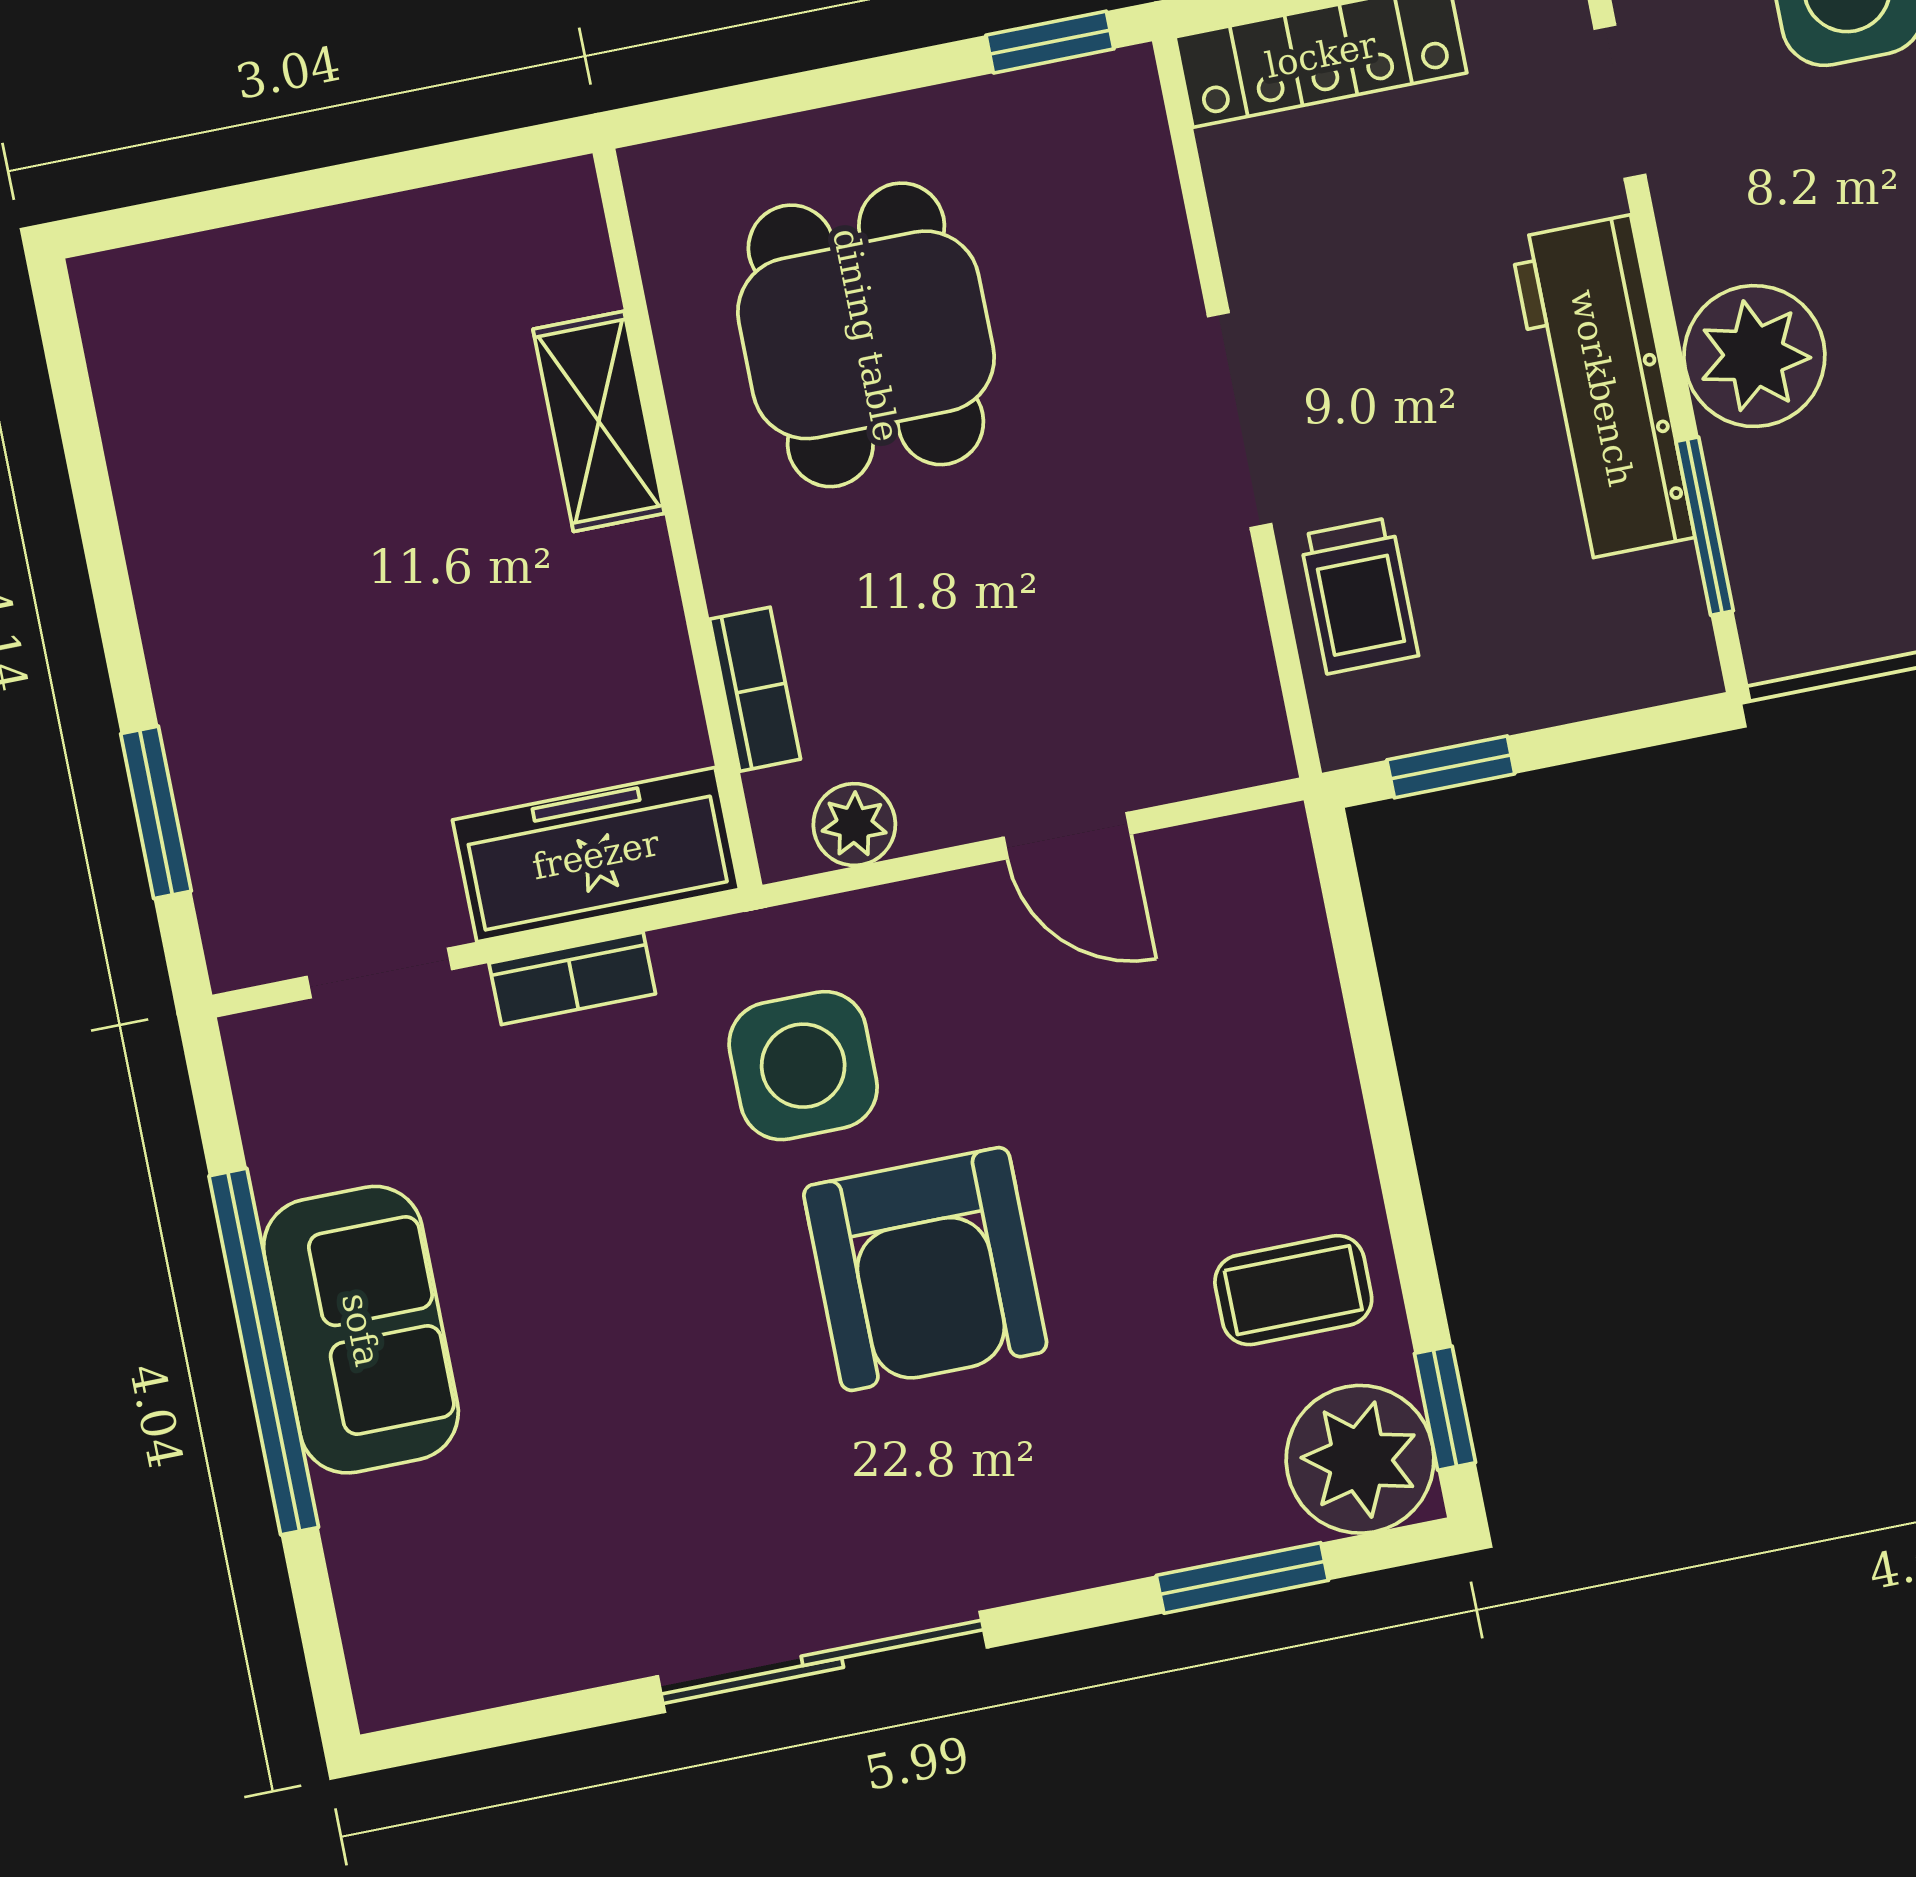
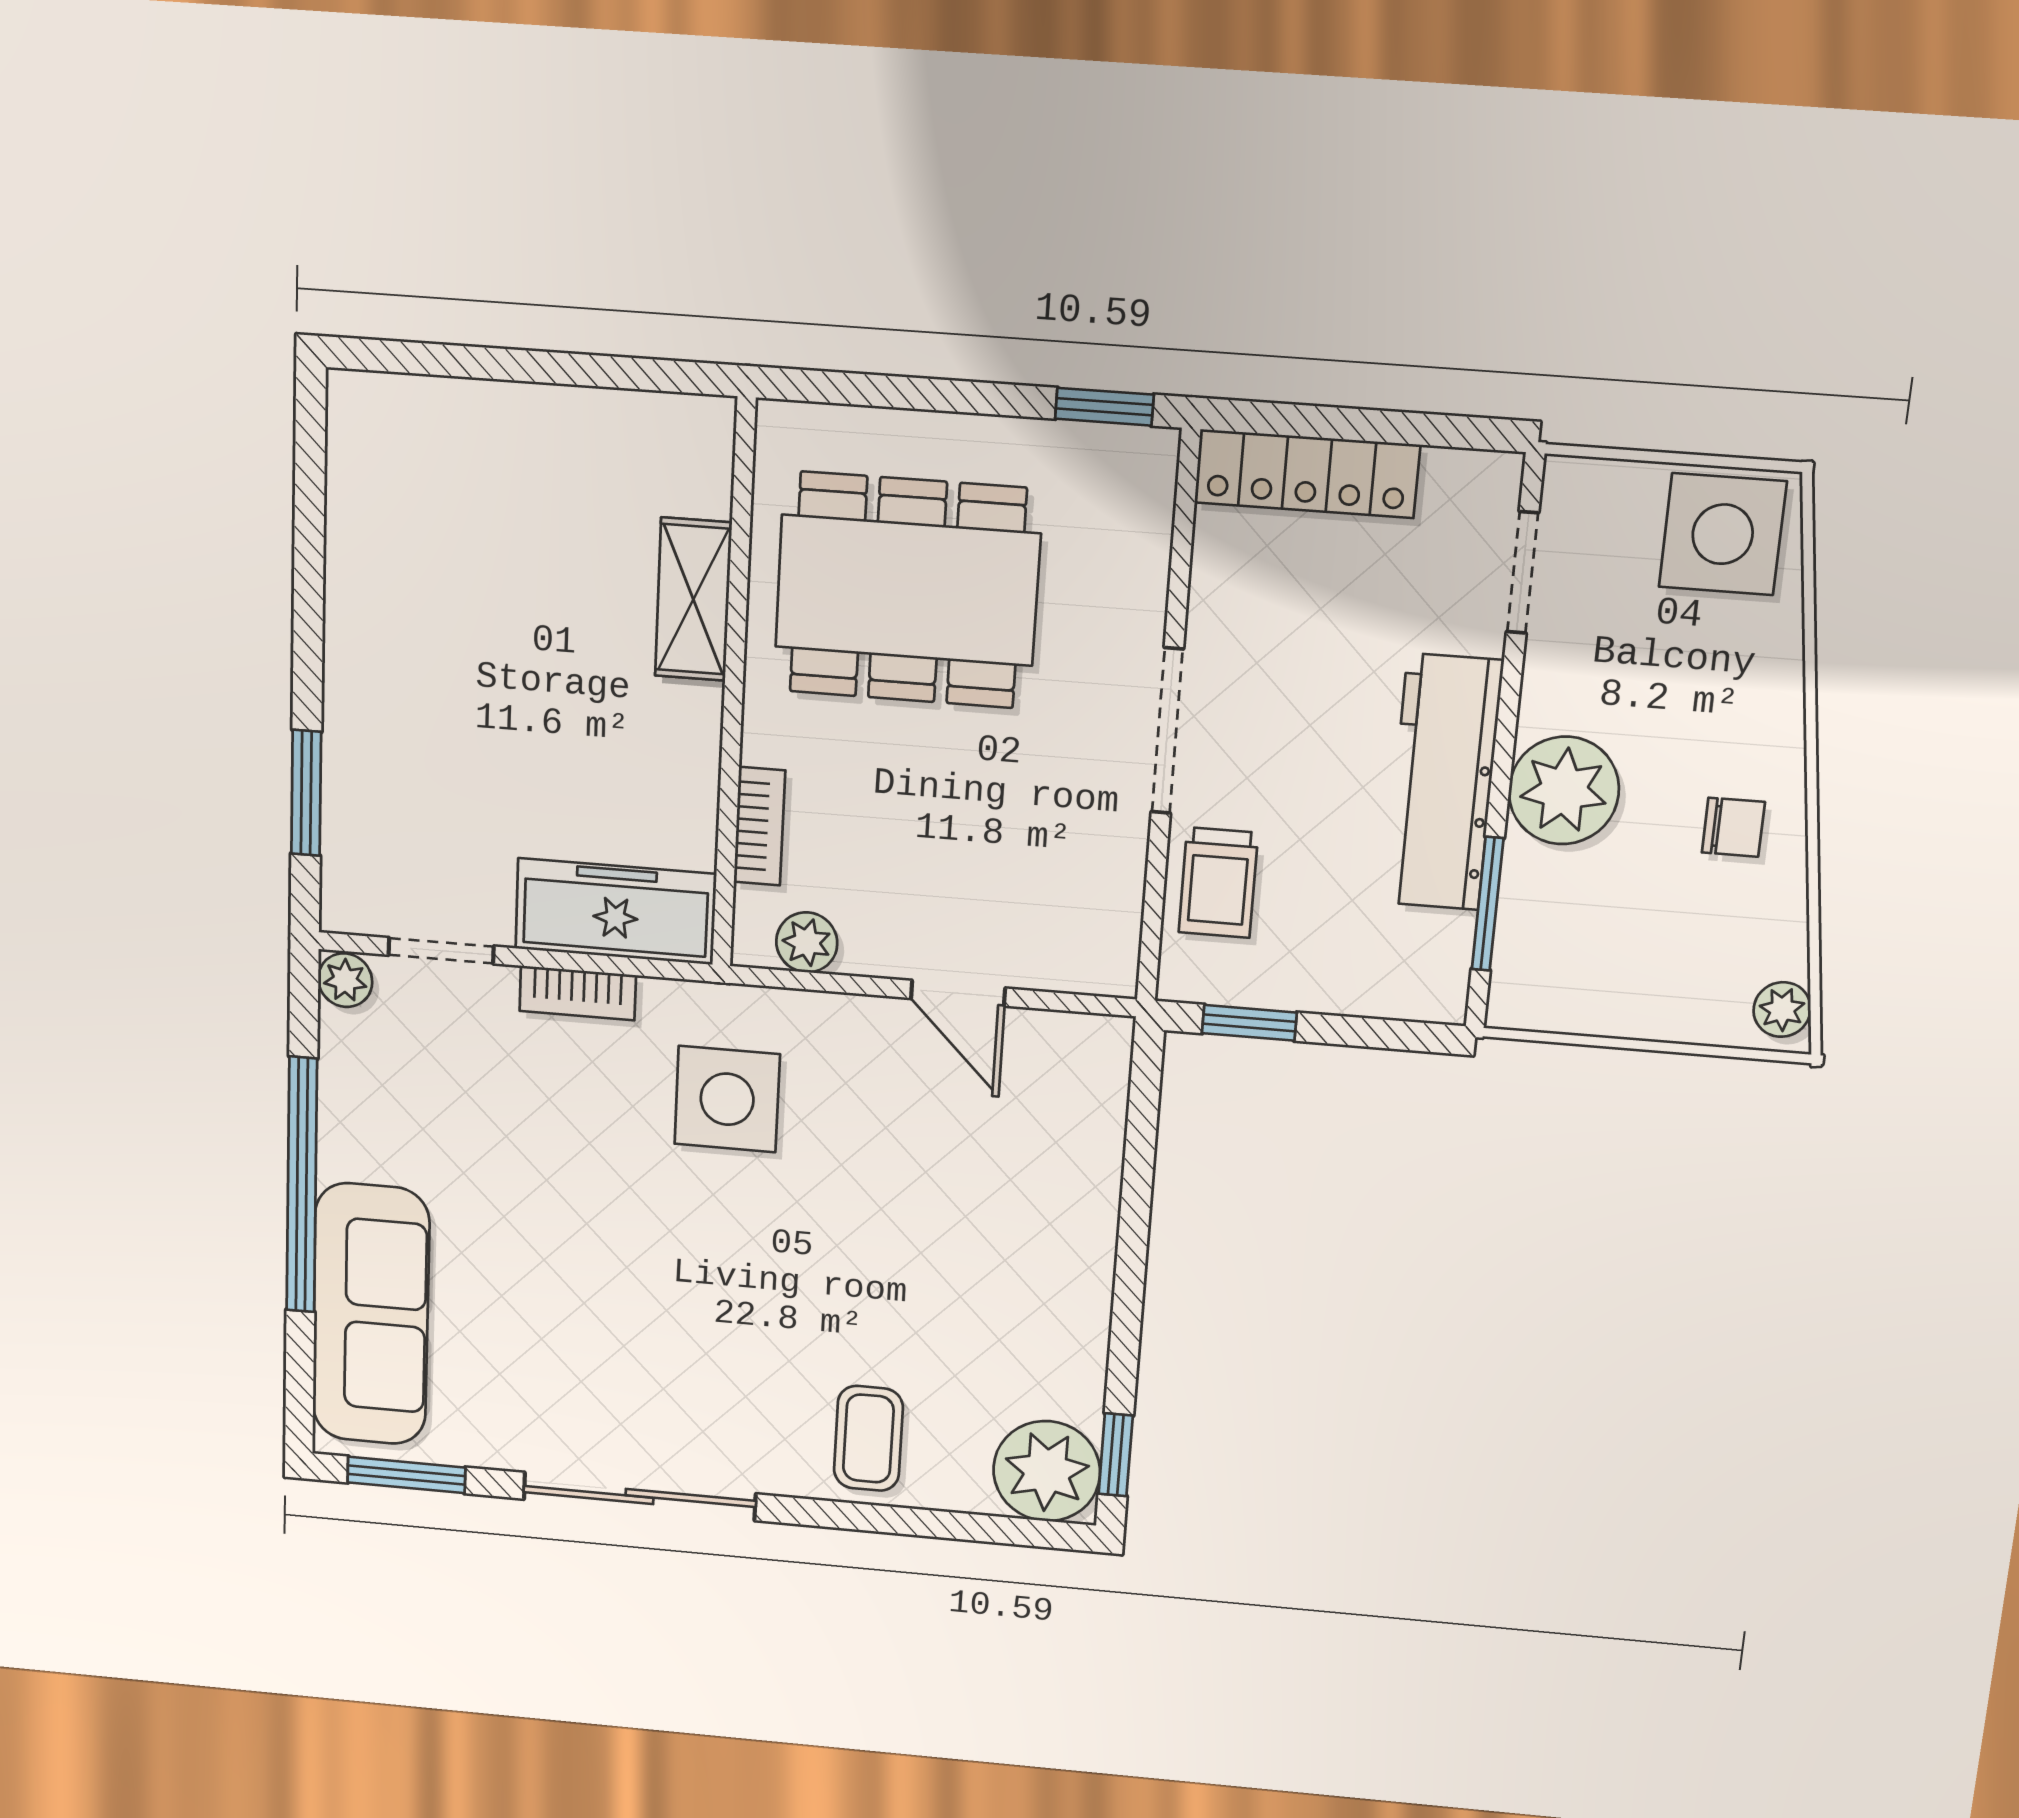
dining table: (866, 335) -> (907, 590), width x1.37
plant: (261, 1050) -> (345, 980), added
armchair: (925, 1269) -> (778, 1261), removed
coffee table: (1293, 1290) -> (868, 1438), moved, turned 90
sofa: (361, 1330) -> (371, 1315), moved, width x1.36
window: (1242, 1578) -> (406, 1475), moved

